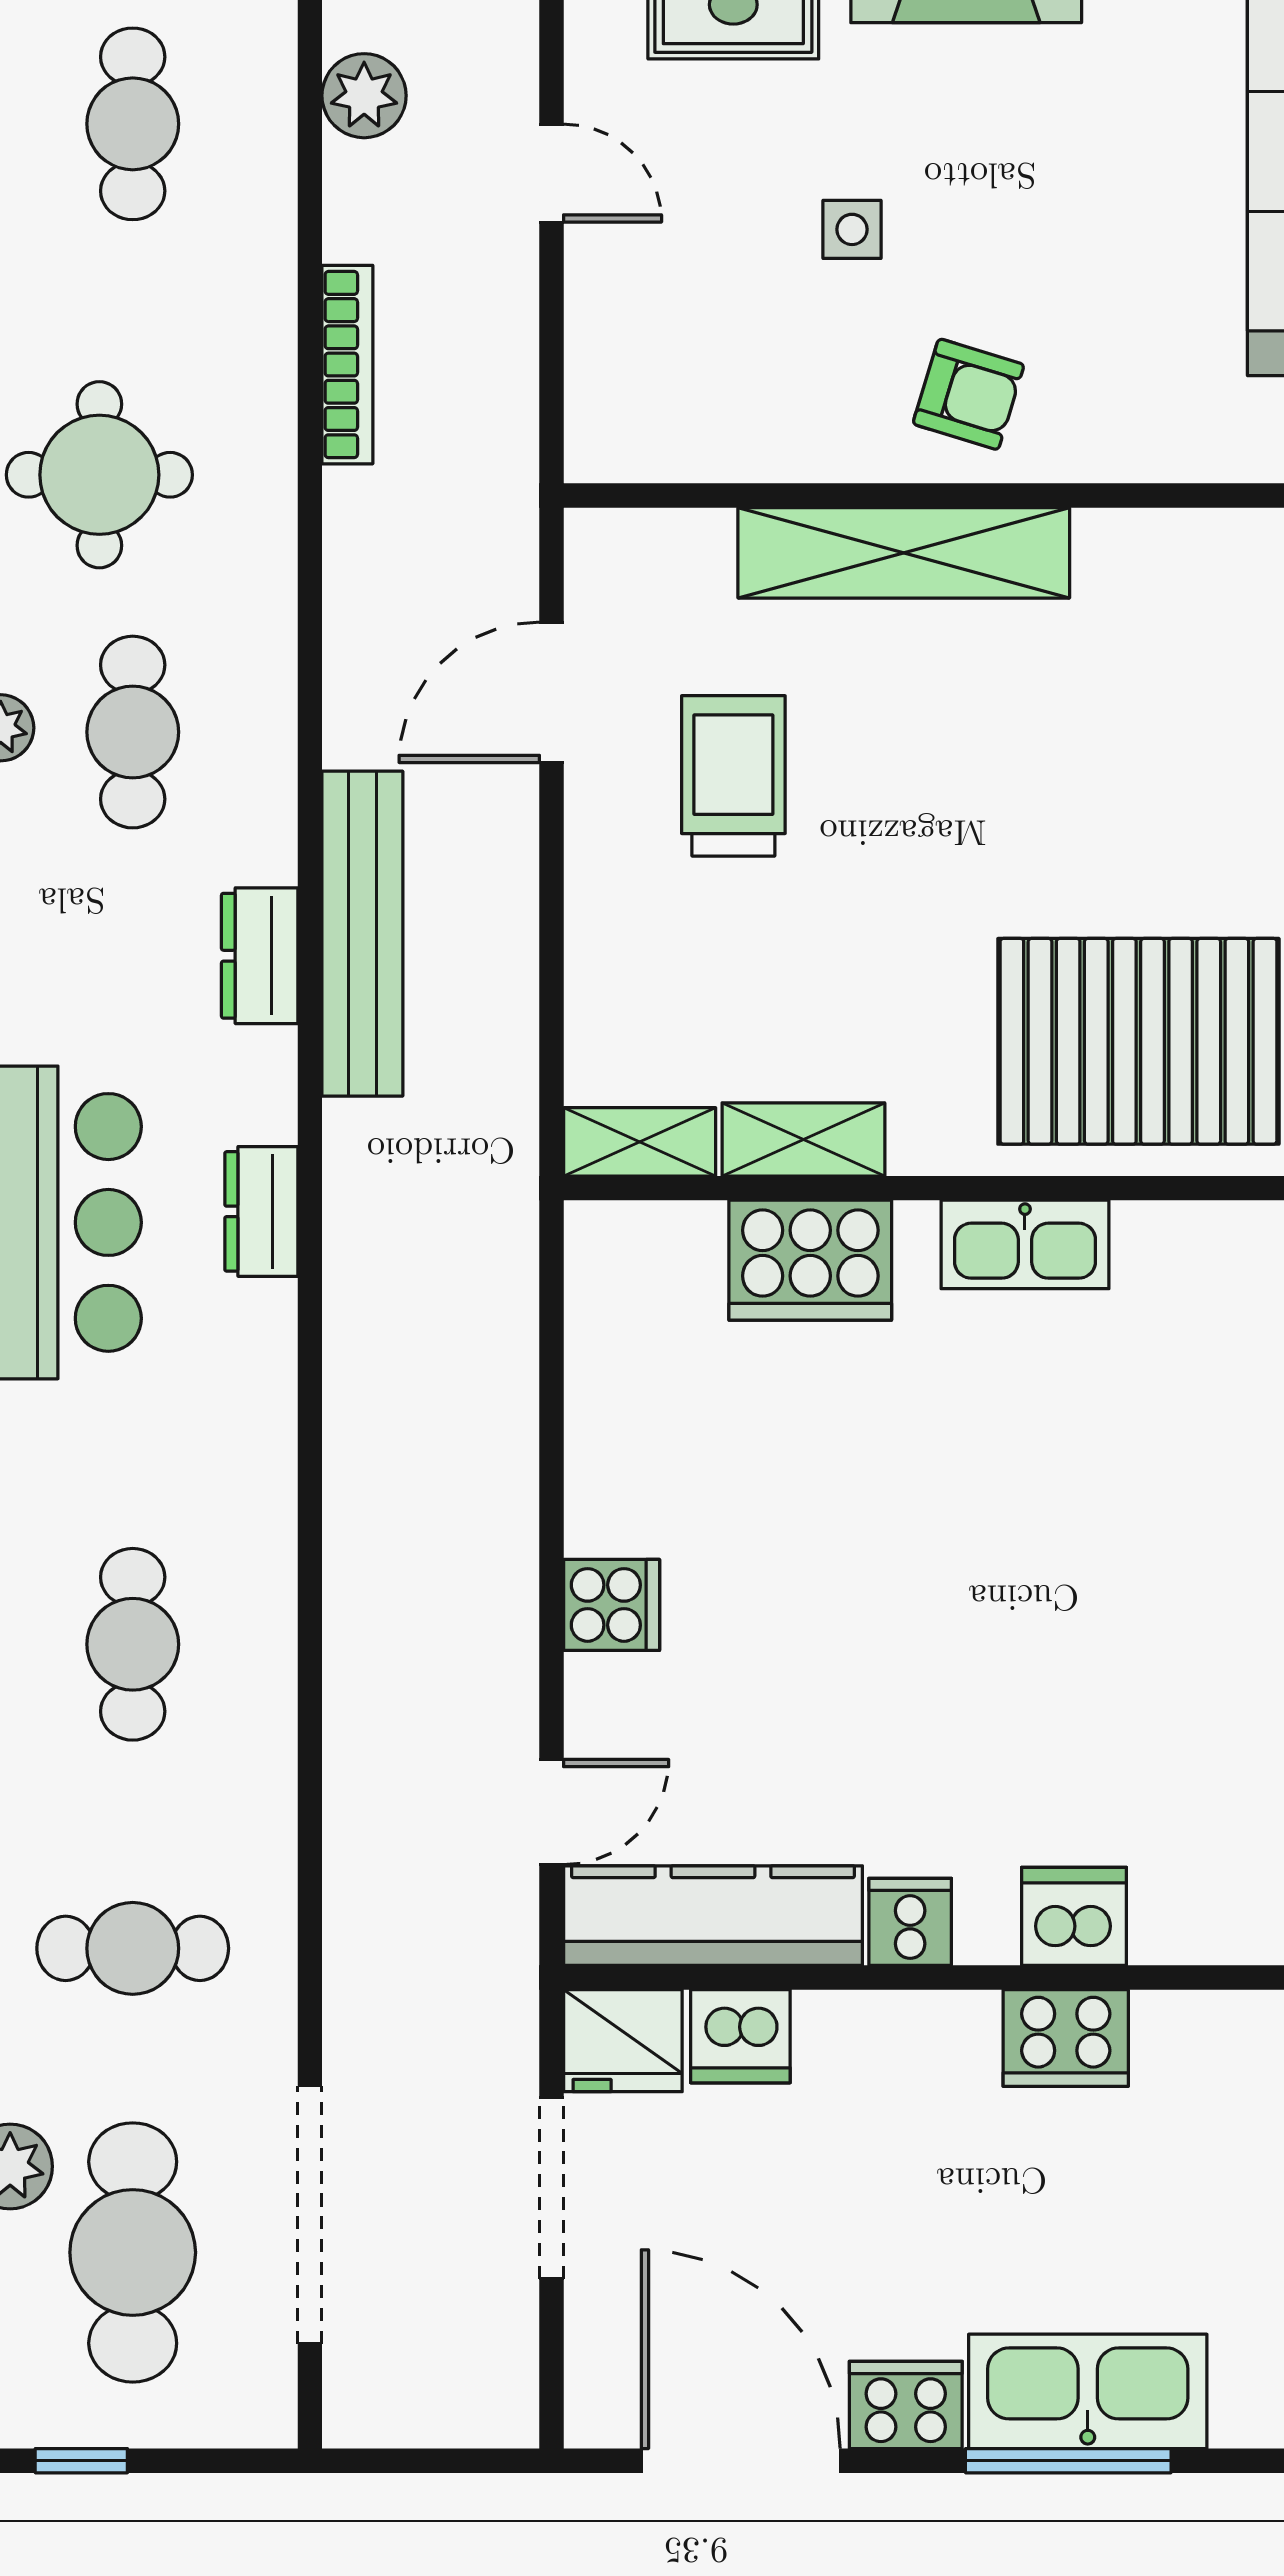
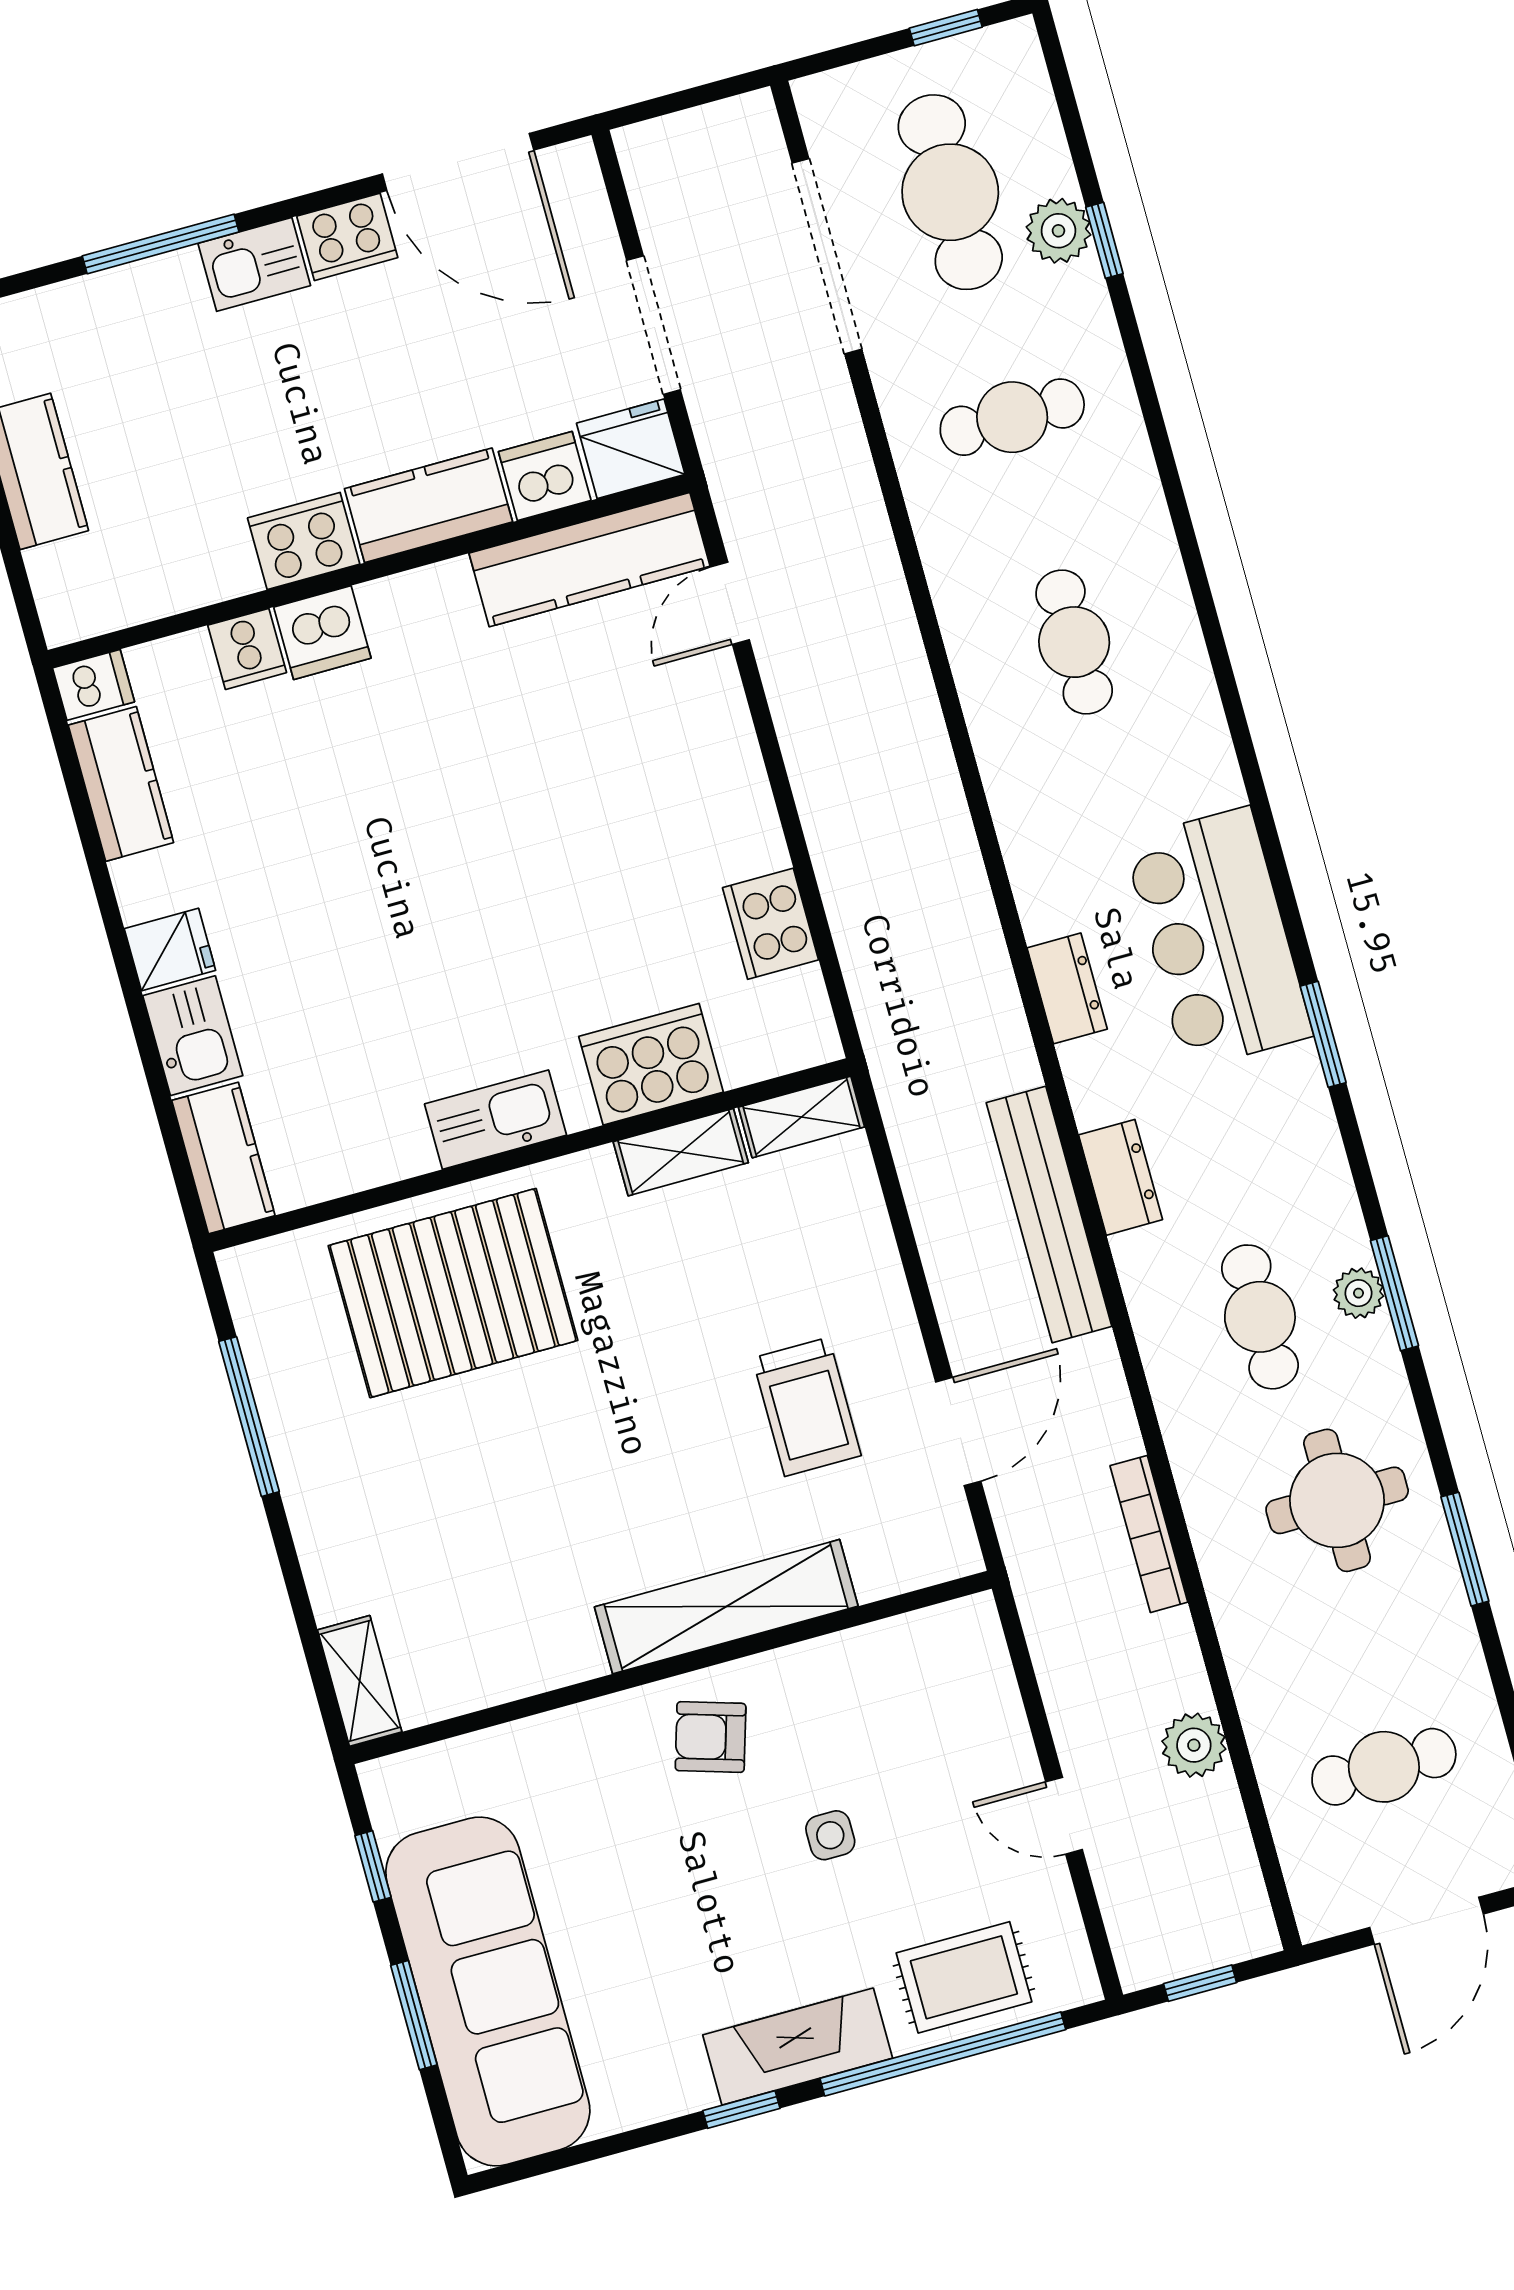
plant: (364, 96) -> (1194, 1745), moved
cafe table: (133, 124) -> (1384, 1767), turned 90
bookcase: (347, 365) -> (1149, 1534), moved
cooker: (612, 1605) -> (771, 924), moved, width x1.36
cooker: (910, 1922) -> (247, 649), moved
kitchen counter: (897, 2040) -> (428, 505), added
kitchen sink: (1088, 2391) -> (254, 264), width x0.53, depth x0.81
window: (1068, 2461) -> (161, 244), moved

